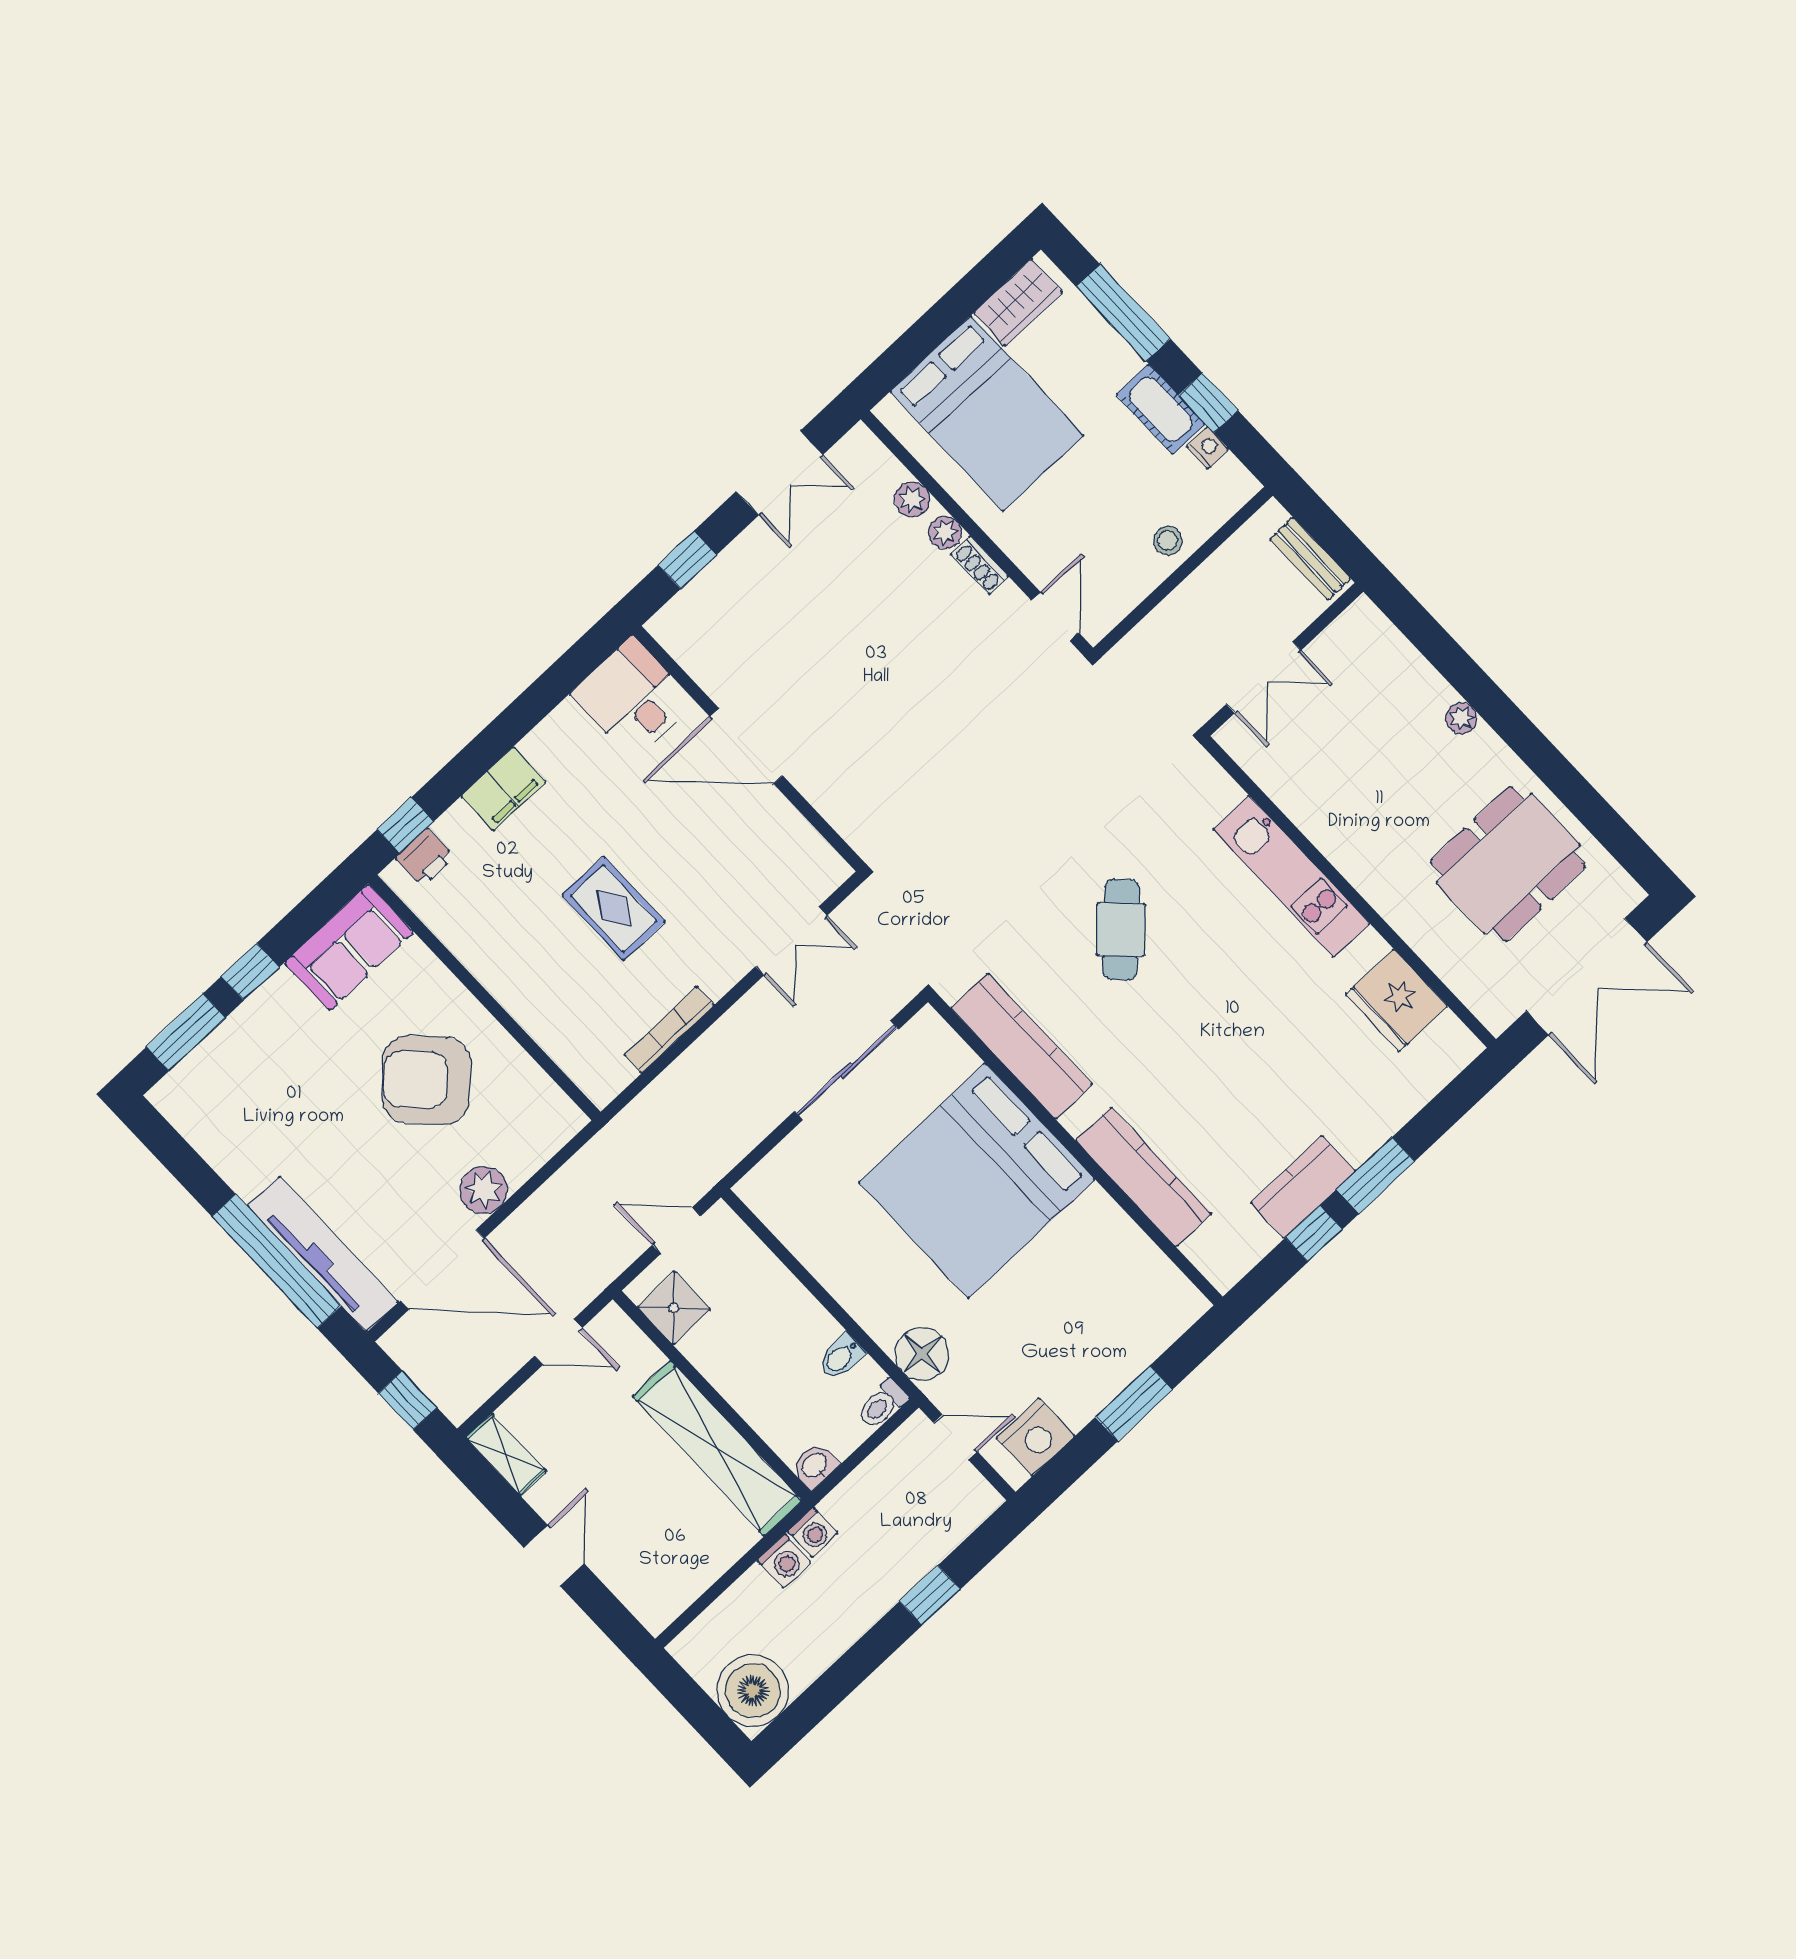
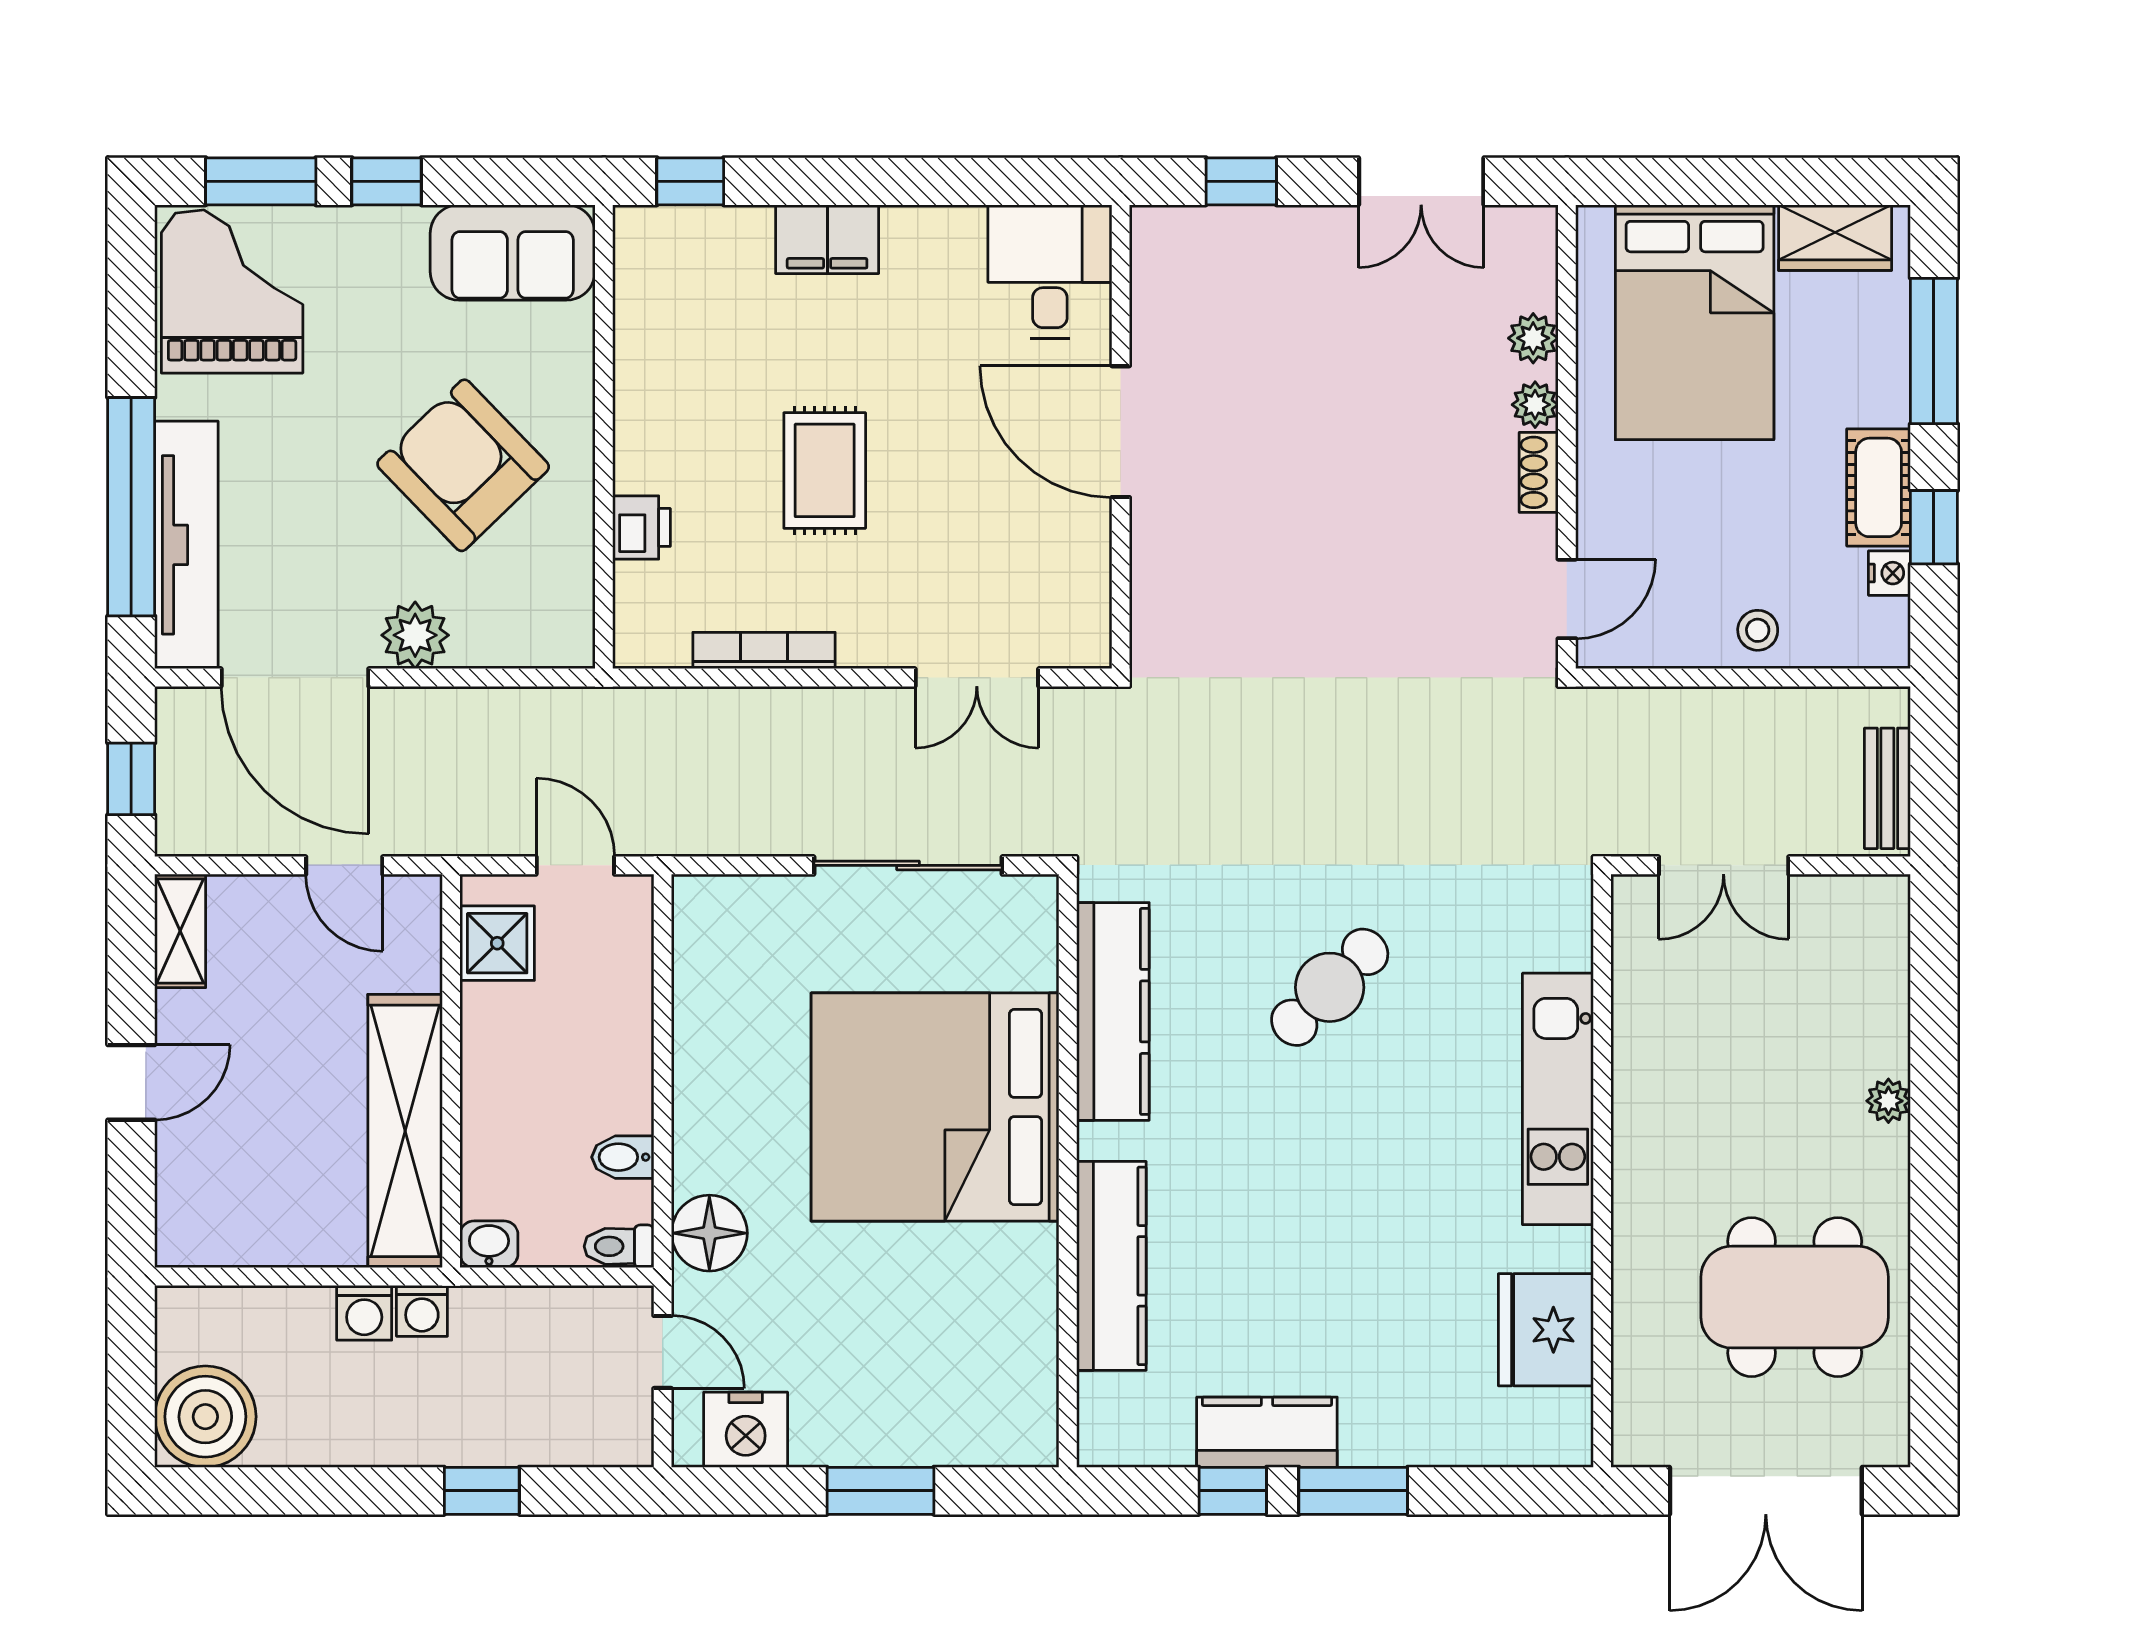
printer: (425, 857) -> (641, 527), moved, turned -90
grand piano: (224, 1102) -> (232, 291), added

